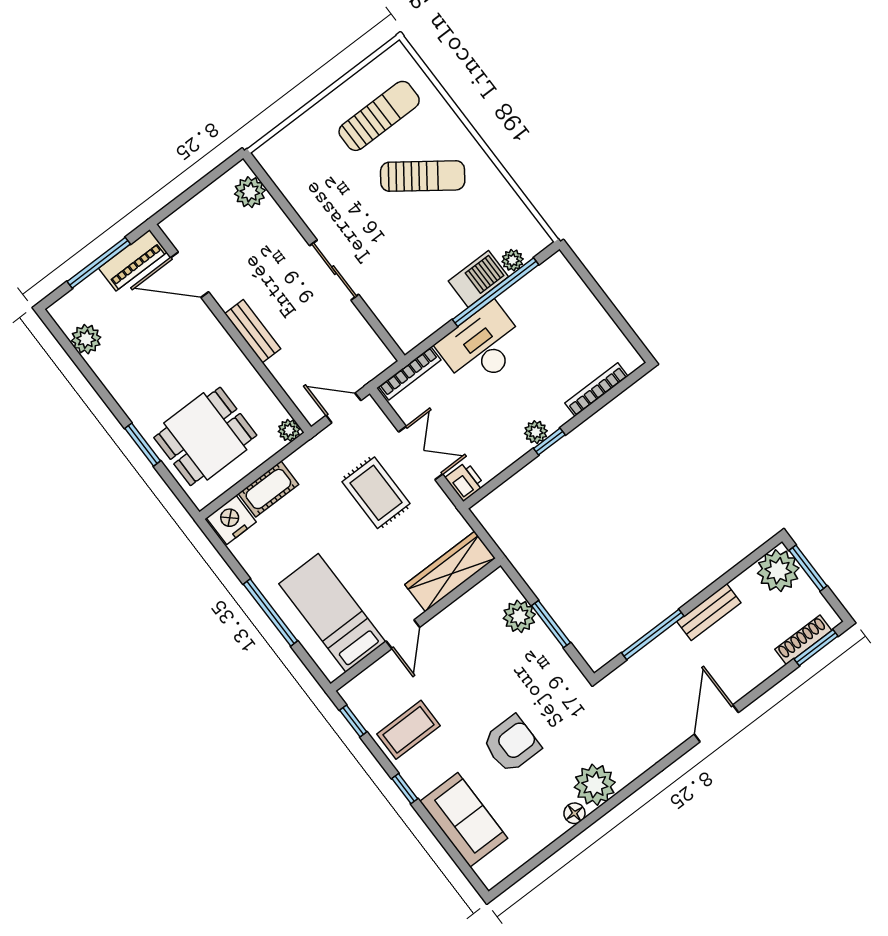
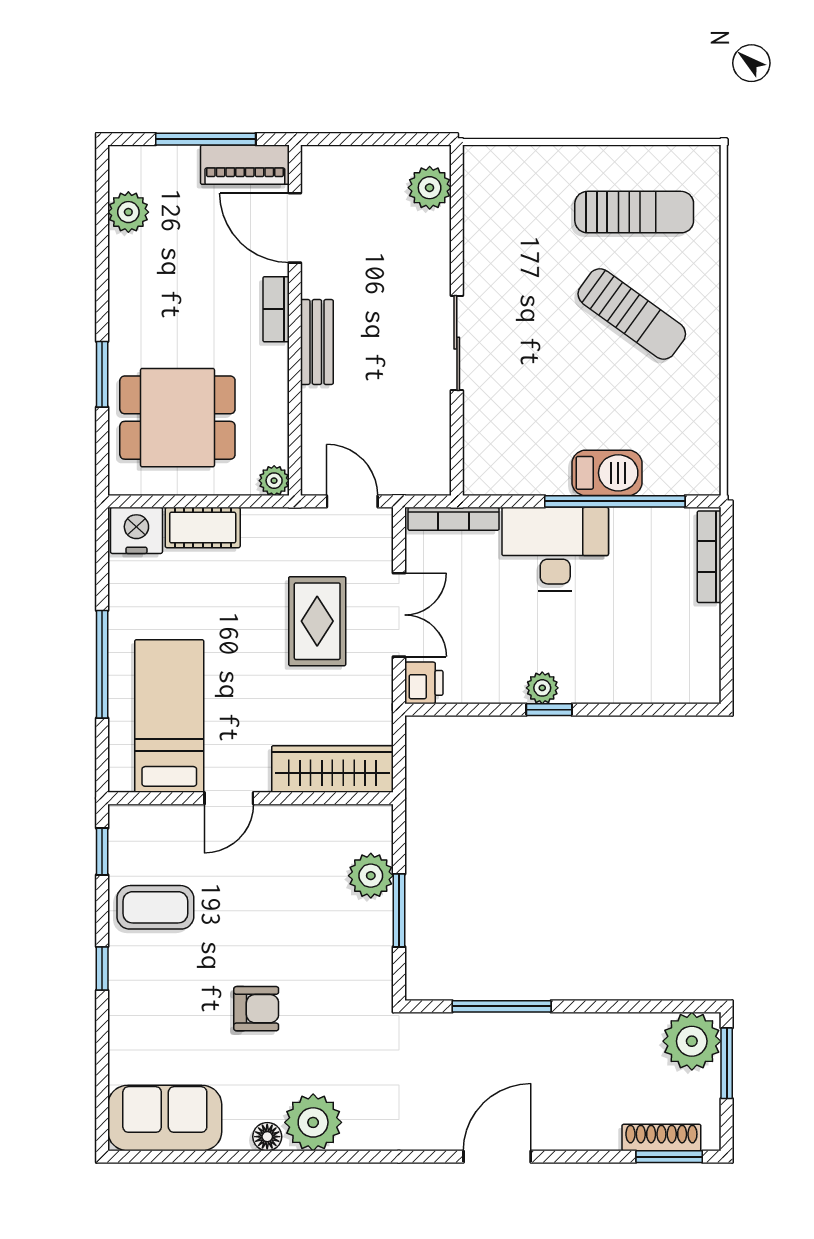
plant: (513, 260) -> (660, 481), removed
bookcase: (215, 330) -> (276, 309), added
bookcase: (596, 390) -> (709, 557), moved, turned -90
bench: (709, 612) -> (582, 1029), removed
armchair: (512, 744) -> (256, 1009), width x0.72, depth x0.72
sofa: (464, 820) -> (165, 1118), moved, turned -90

